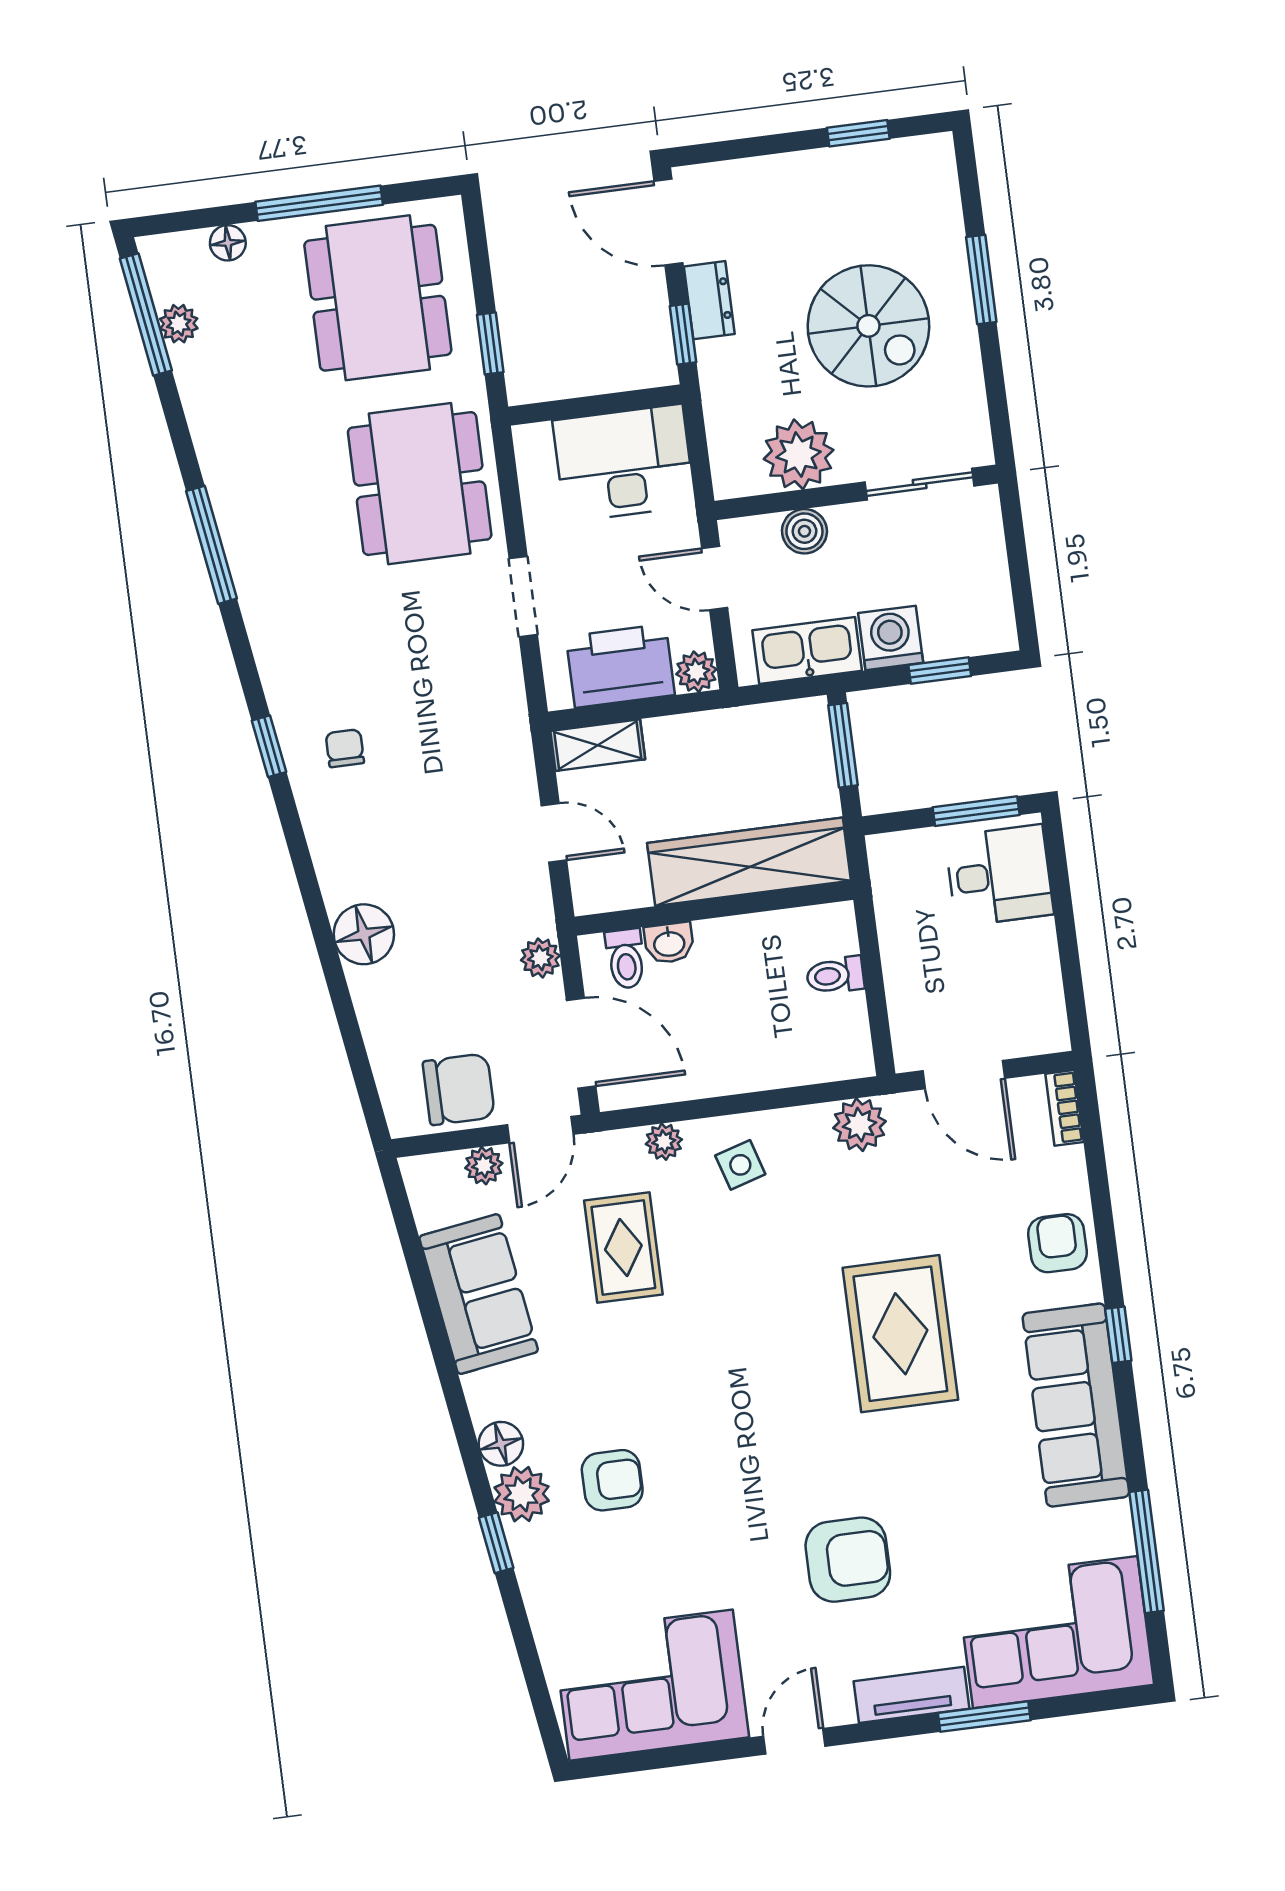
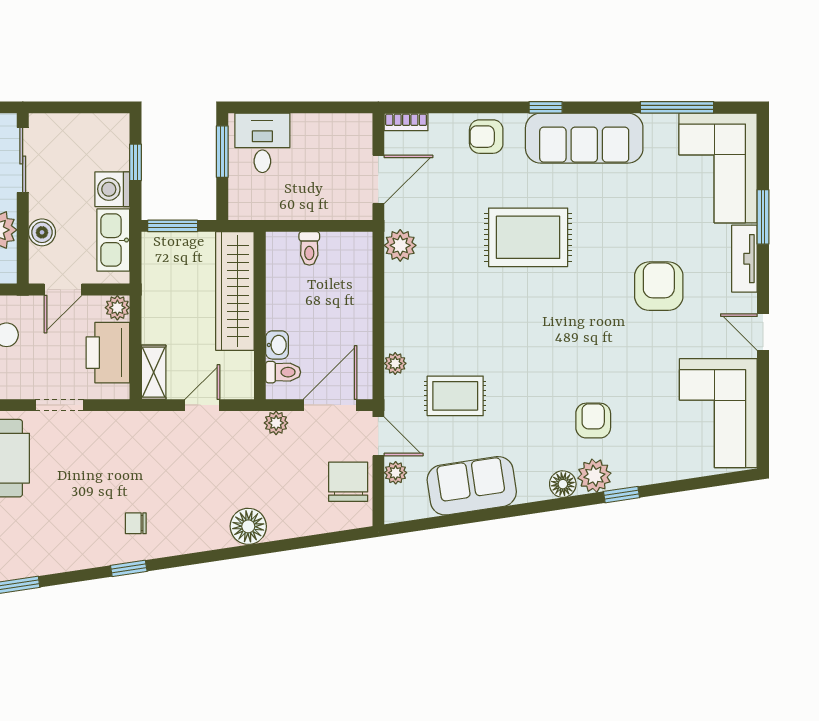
side table: (740, 1165) -> (415, 320), removed

